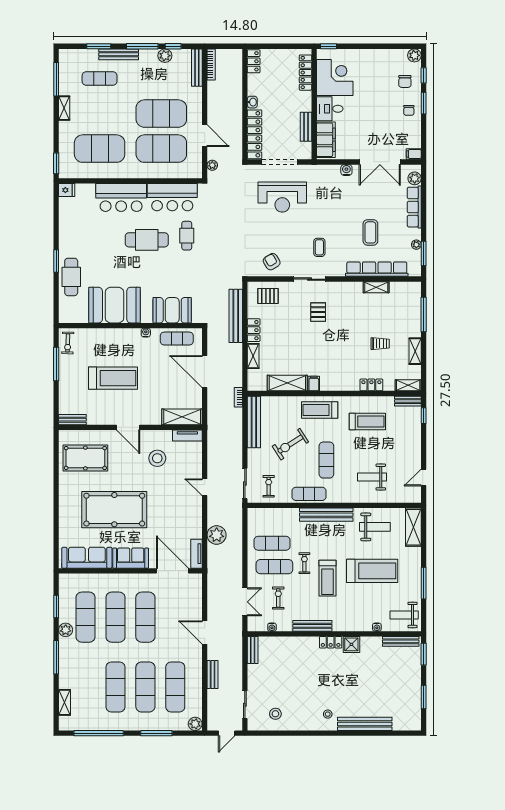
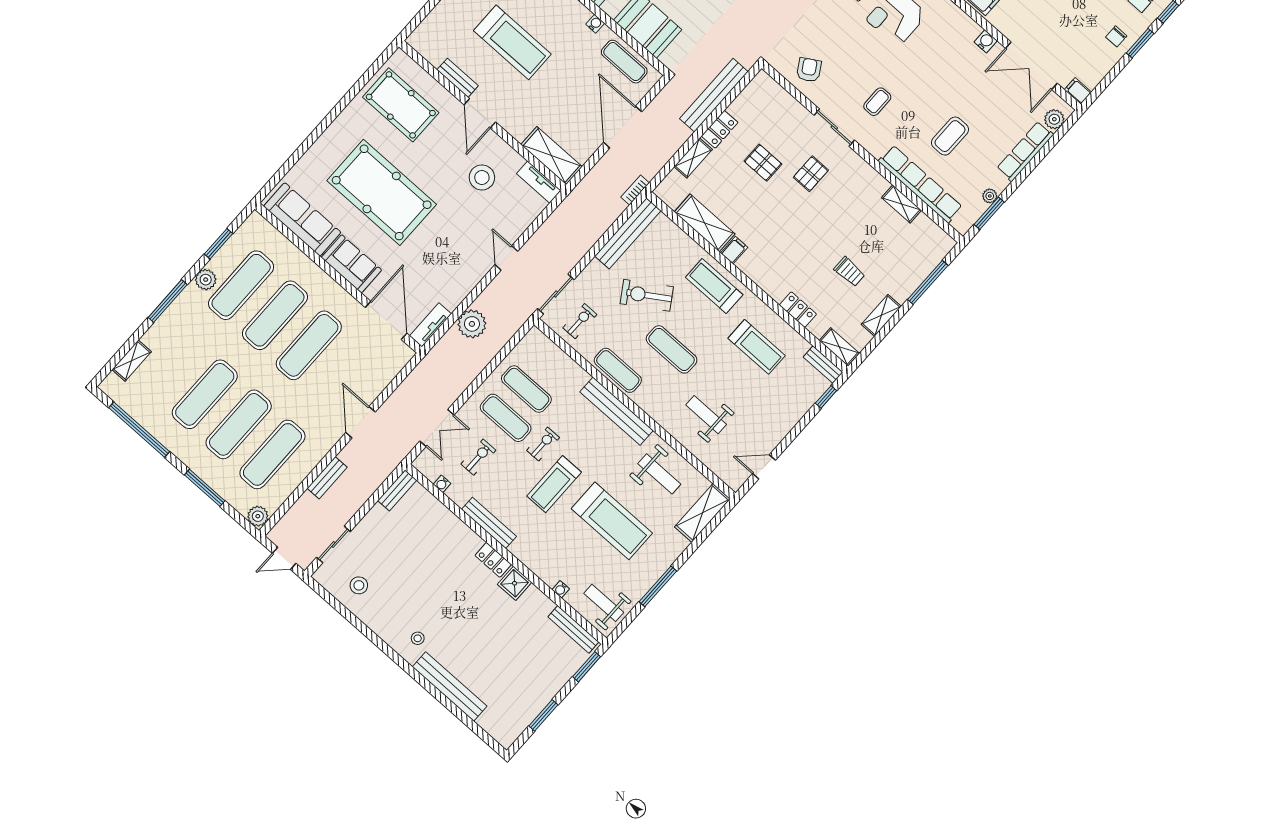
pallet: (268, 296) -> (763, 163), moved
bench: (72, 420) -> (458, 78), moved
exercise mat: (326, 460) -> (672, 349), turned 90

